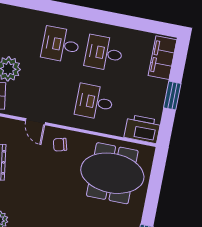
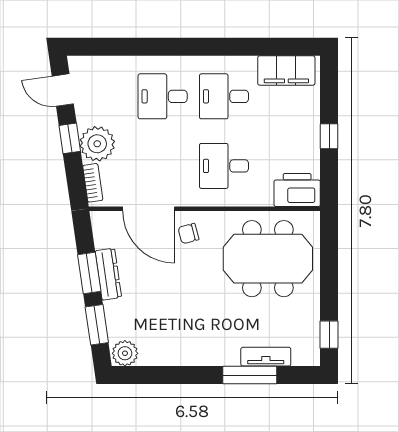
filing cabinet: (162, 58) -> (286, 71), moved, turned -90
window: (172, 96) -> (329, 136), width x0.67
door: (35, 122) -> (149, 209), width x1.88

